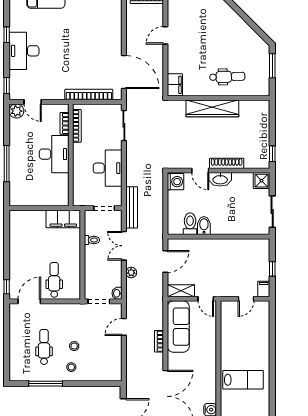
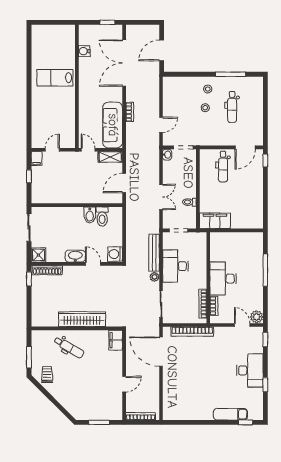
trolley: (252, 46) -> (47, 374), added
dental chair: (227, 77) -> (69, 347), turned -148
shoe rack: (227, 163) -> (47, 270), moved
bench: (132, 207) -> (154, 253), moved
plant: (131, 272) -> (154, 277), moved

